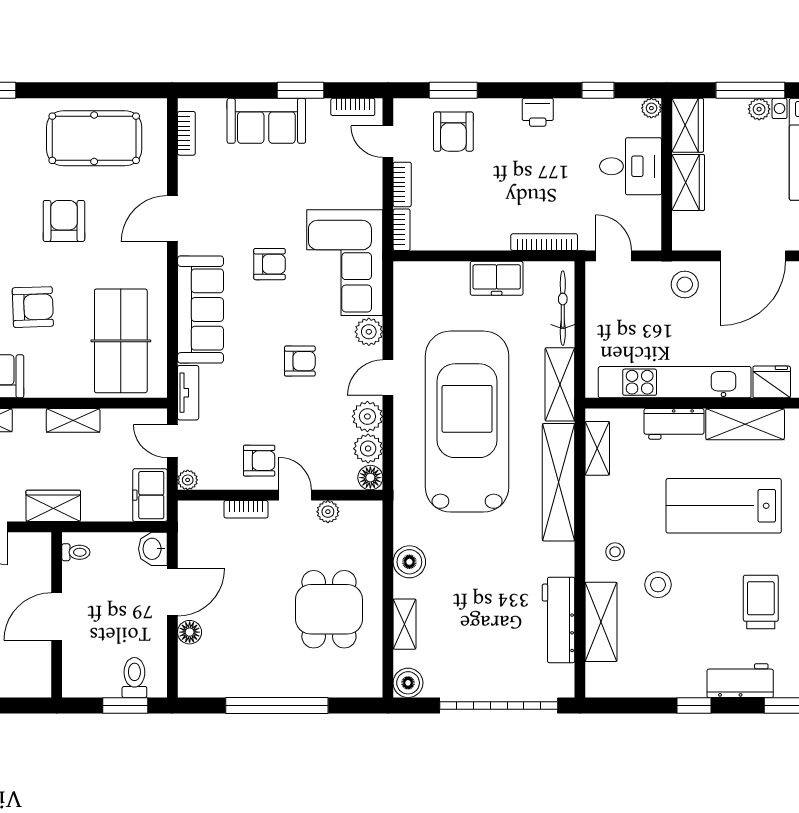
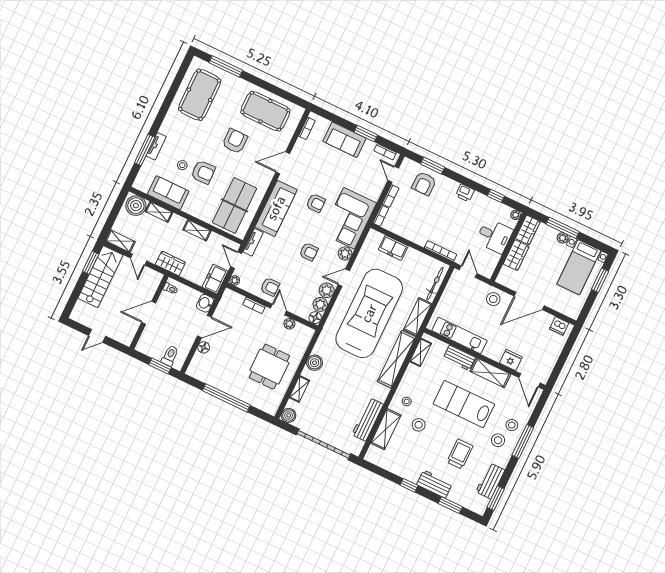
freezer: (497, 278) -> (393, 248), moved
kitchen unit: (675, 382) -> (459, 335), width x0.73

